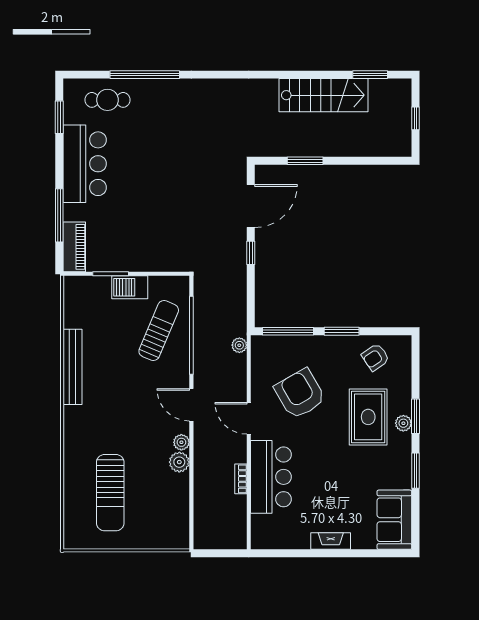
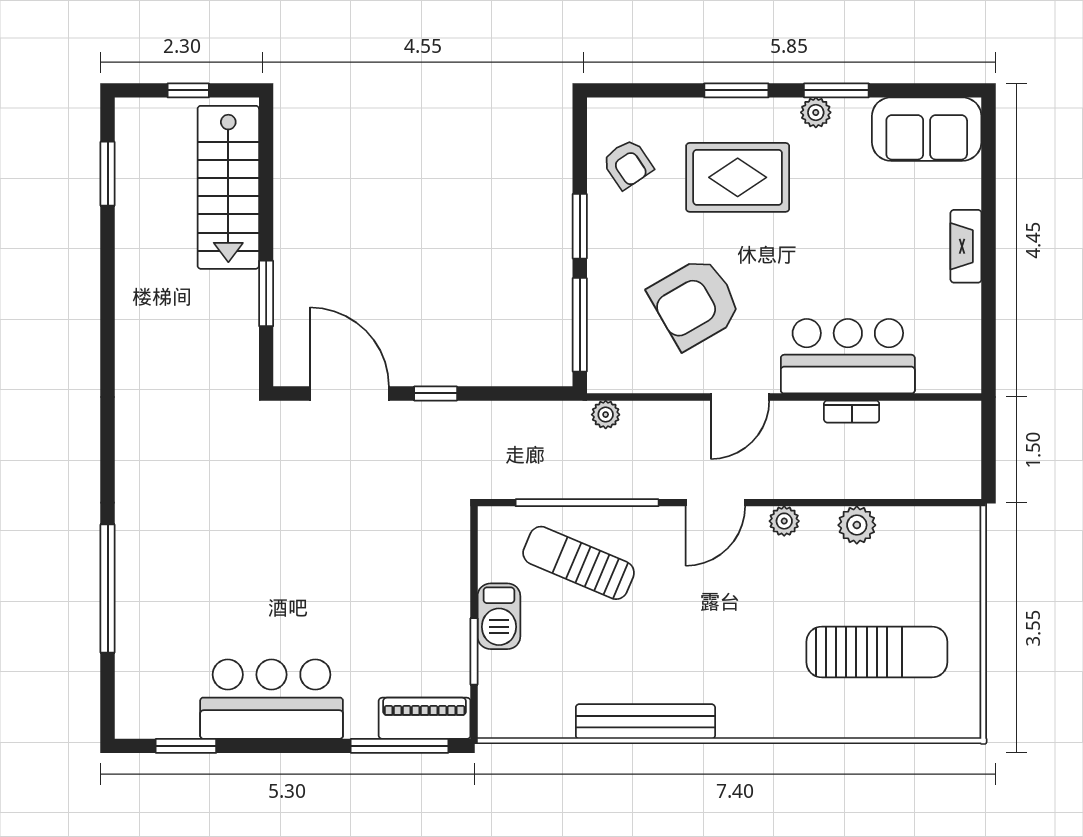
stairs: (323, 95) -> (228, 187), moved, turned 180
cafe table: (107, 100) -> (154, 657), removed
window: (59, 215) -> (400, 746), moved
plant: (403, 423) -> (816, 112), moved
plant: (179, 462) -> (857, 525), moved

